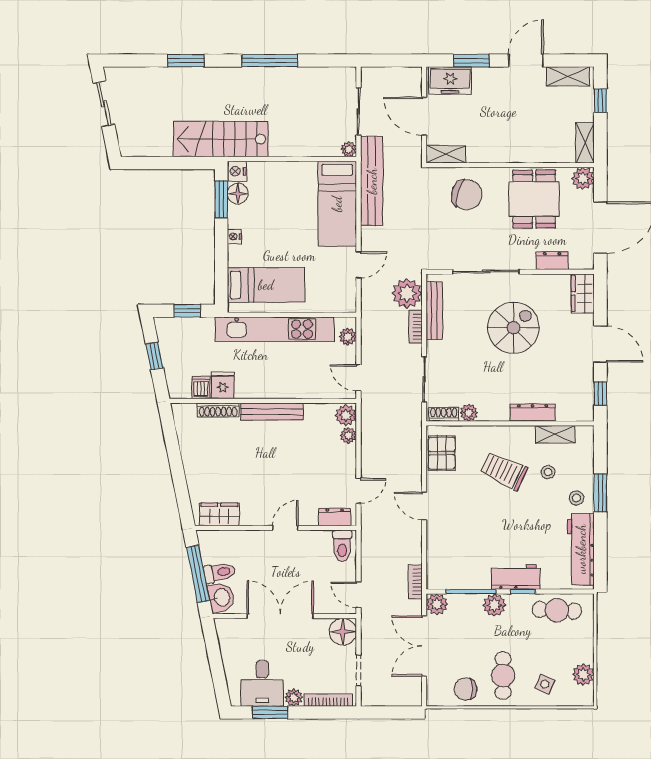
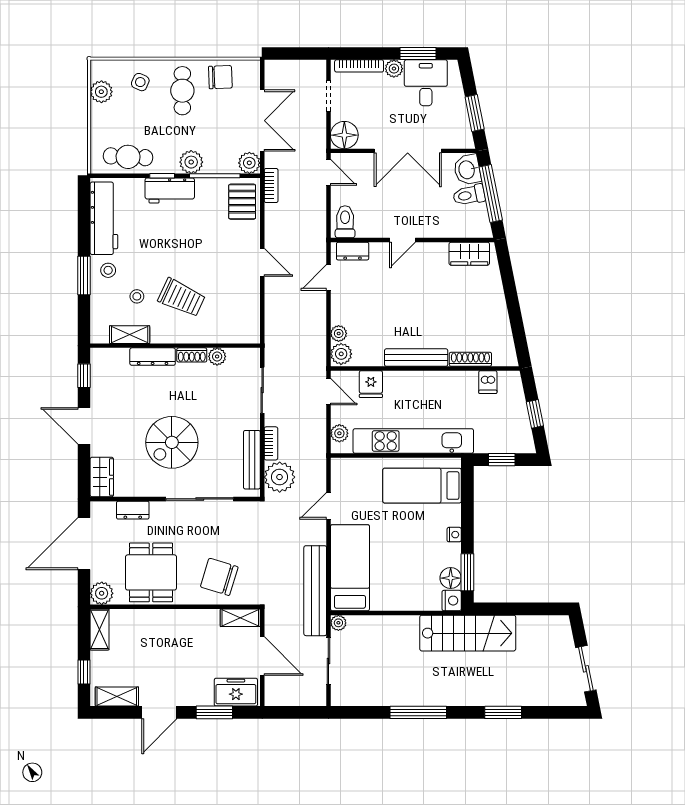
fridge: (223, 385) -> (371, 384), moved
shoe rack: (444, 414) -> (192, 355), moved
pallet: (442, 453) -> (242, 202), moved
window: (214, 654) -> (475, 113), added

